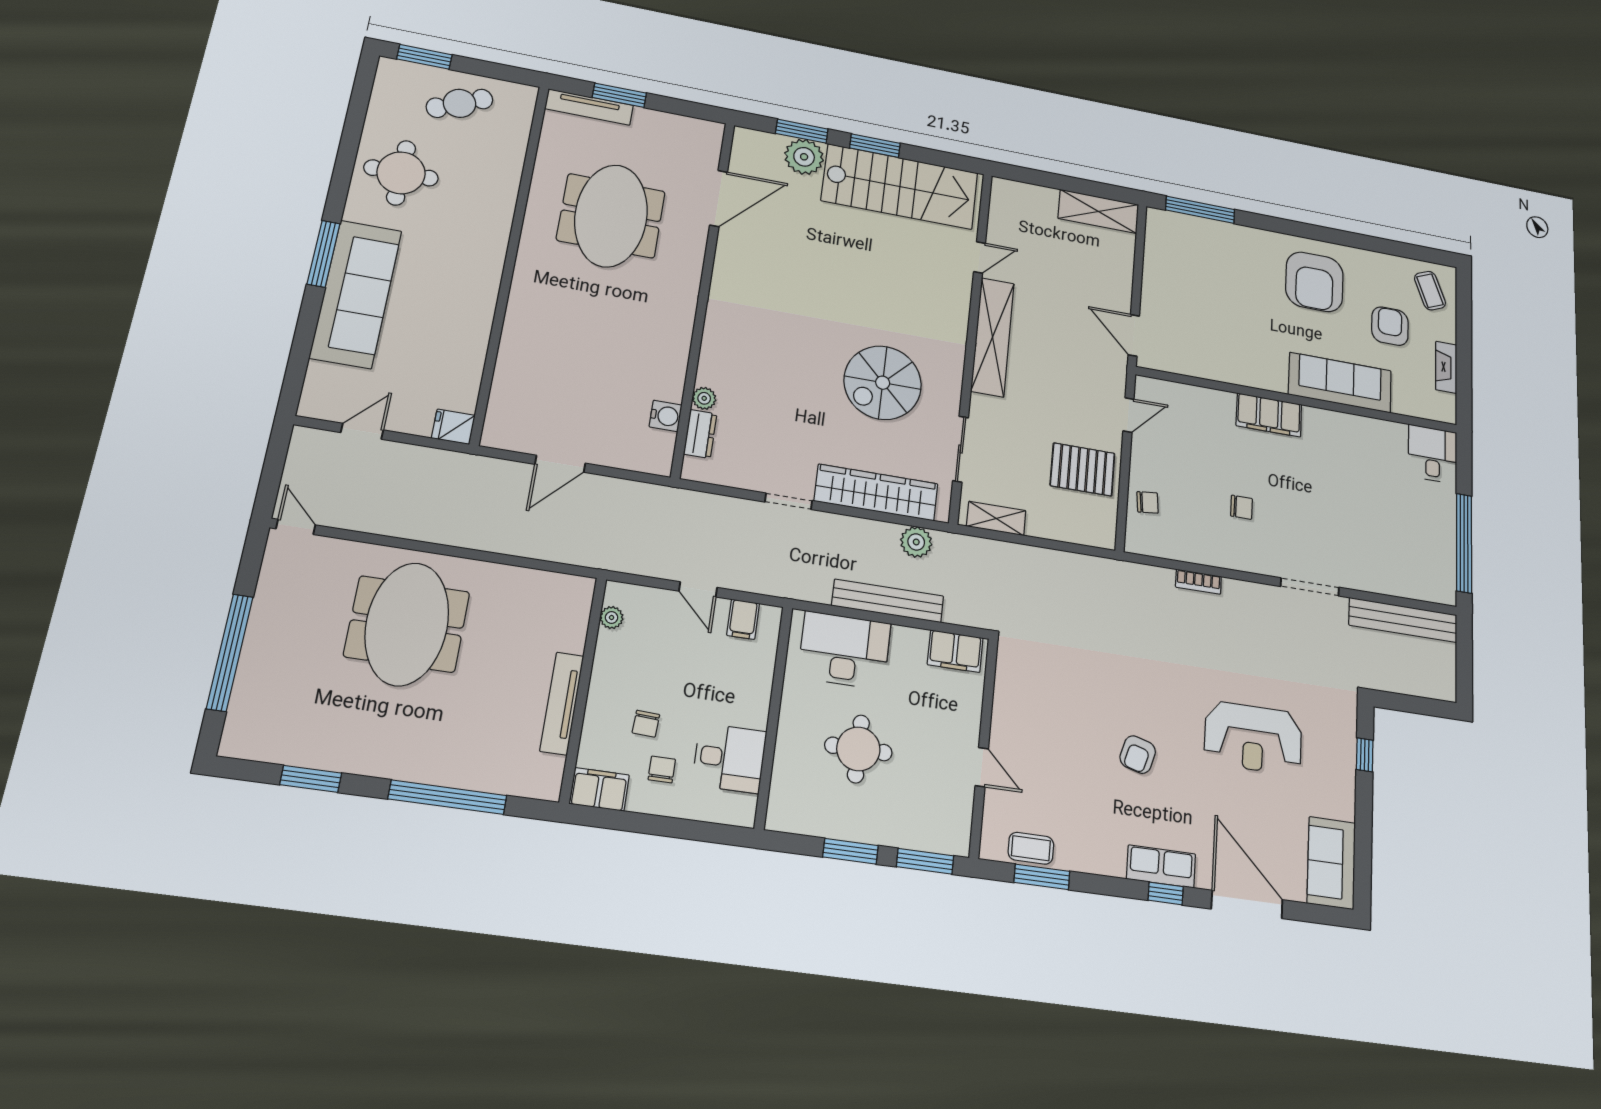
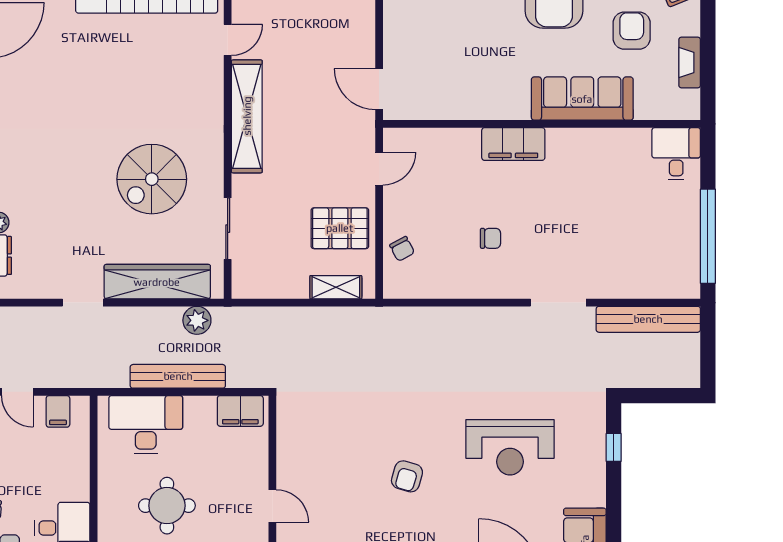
chair: (1148, 502) -> (402, 249), turned 68
shelving: (996, 518) -> (336, 287), moved
bookcase: (1198, 582) -> (453, 315), removed

